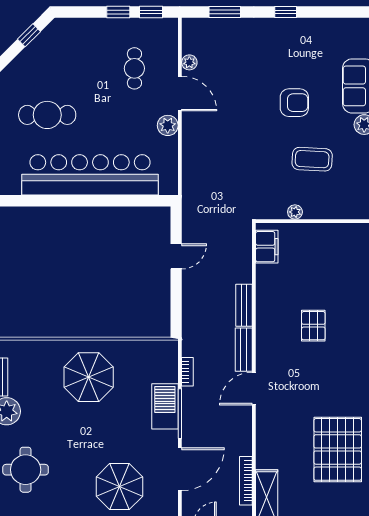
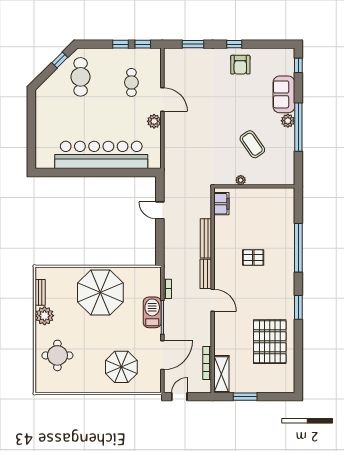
plant: (189, 62) -> (169, 78), removed
armchair: (294, 103) -> (240, 65), moved, turned 90
cafe table: (47, 115) -> (81, 77), moved, turned 90
coffee table: (312, 159) -> (252, 144), turned 52
door: (176, 256) -> (160, 210), swing flipped
bench: (244, 305) -> (206, 238), width x1.36
pallet: (313, 326) -> (253, 258), turned 90
parasol: (89, 377) -> (100, 293), width x1.36, depth x1.36
door: (254, 389) -> (213, 300), swing flipped

